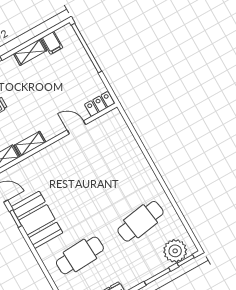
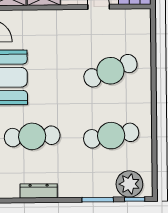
cafe table: (112, 172) -> (110, 71), added

